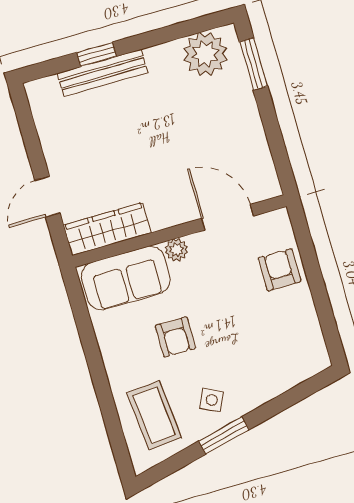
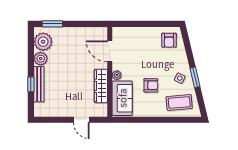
plant: (164, 60) -> (41, 59), added
door: (228, 217) -> (110, 51), hinge flipped
wardrobe: (107, 229) -> (101, 86), moved
armchair: (280, 270) -> (169, 40), moved, turned -90

